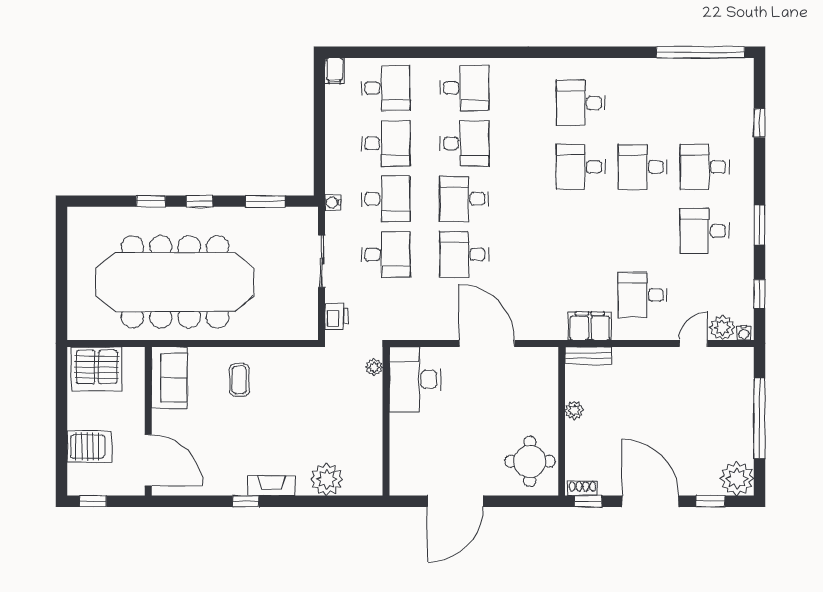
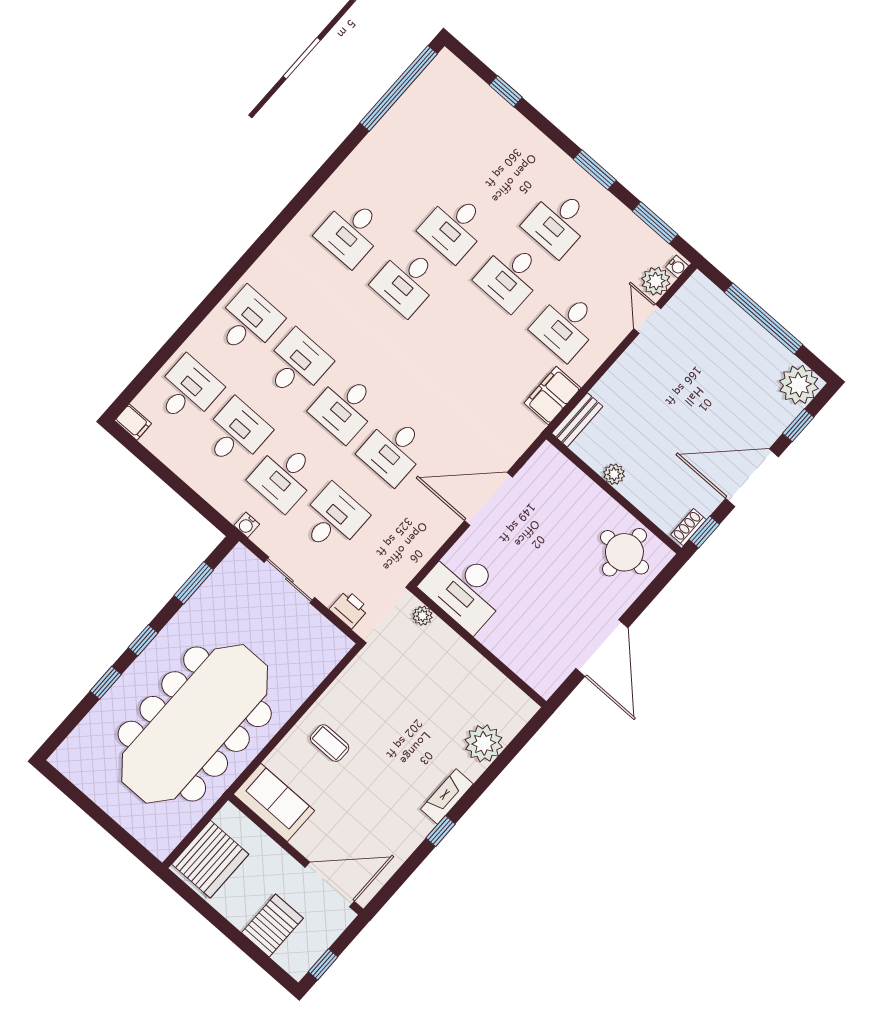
desk: (705, 167) -> (510, 276), moved
desk: (386, 199) -> (284, 476), turned 180
window: (759, 294) -> (655, 223), width x1.50

